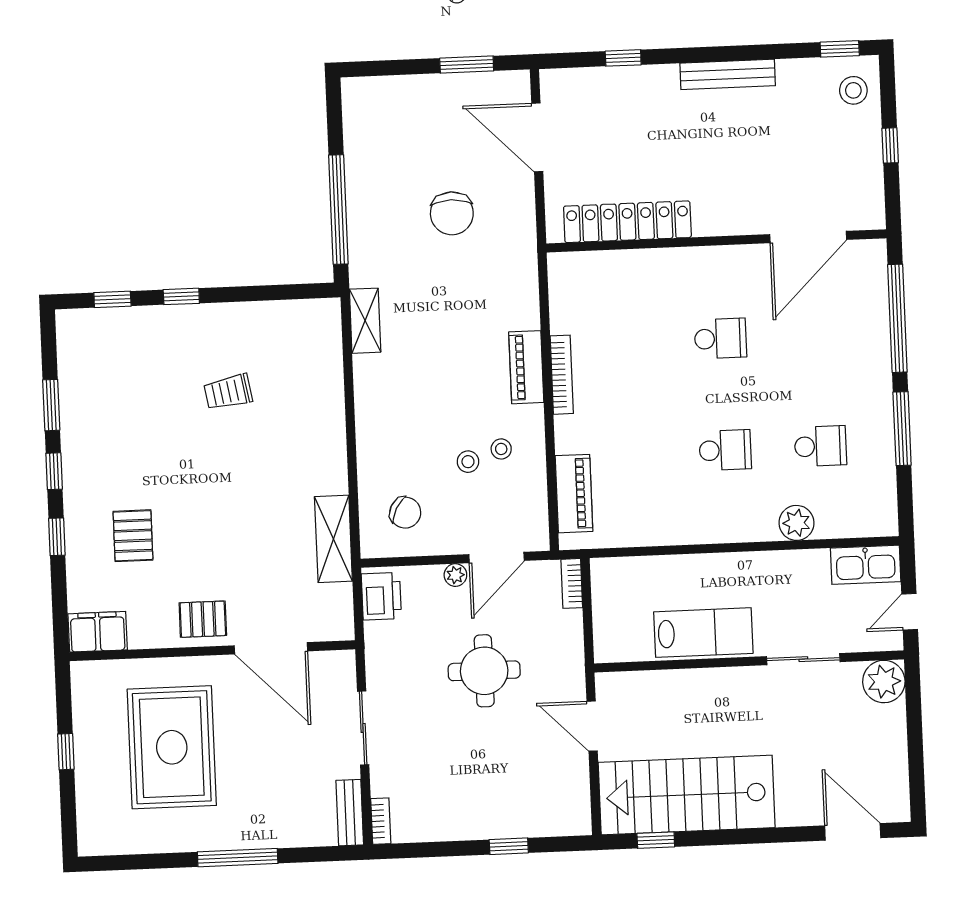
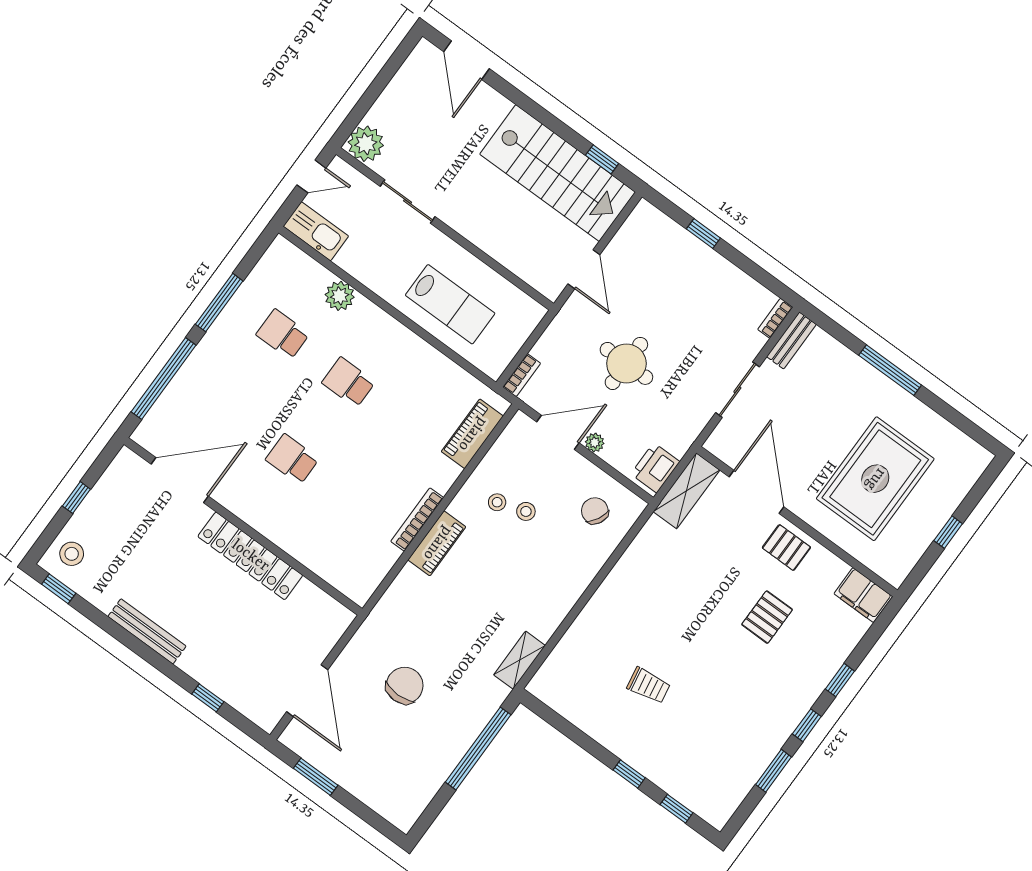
locker: (627, 222) -> (250, 556), moved
pallet: (133, 536) -> (767, 617), moved
shelving: (333, 539) -> (686, 491), moved
lab bench: (703, 633) -> (450, 304), moved, turned 180

